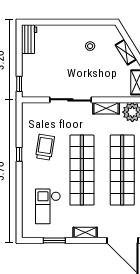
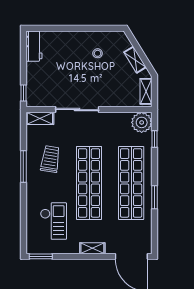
shelving: (106, 108) -> (40, 118), moved
window: (19, 154) -> (23, 166), width x2.17
checkout: (48, 206) -> (53, 221), turned 180
window: (54, 240) -> (41, 256), moved

